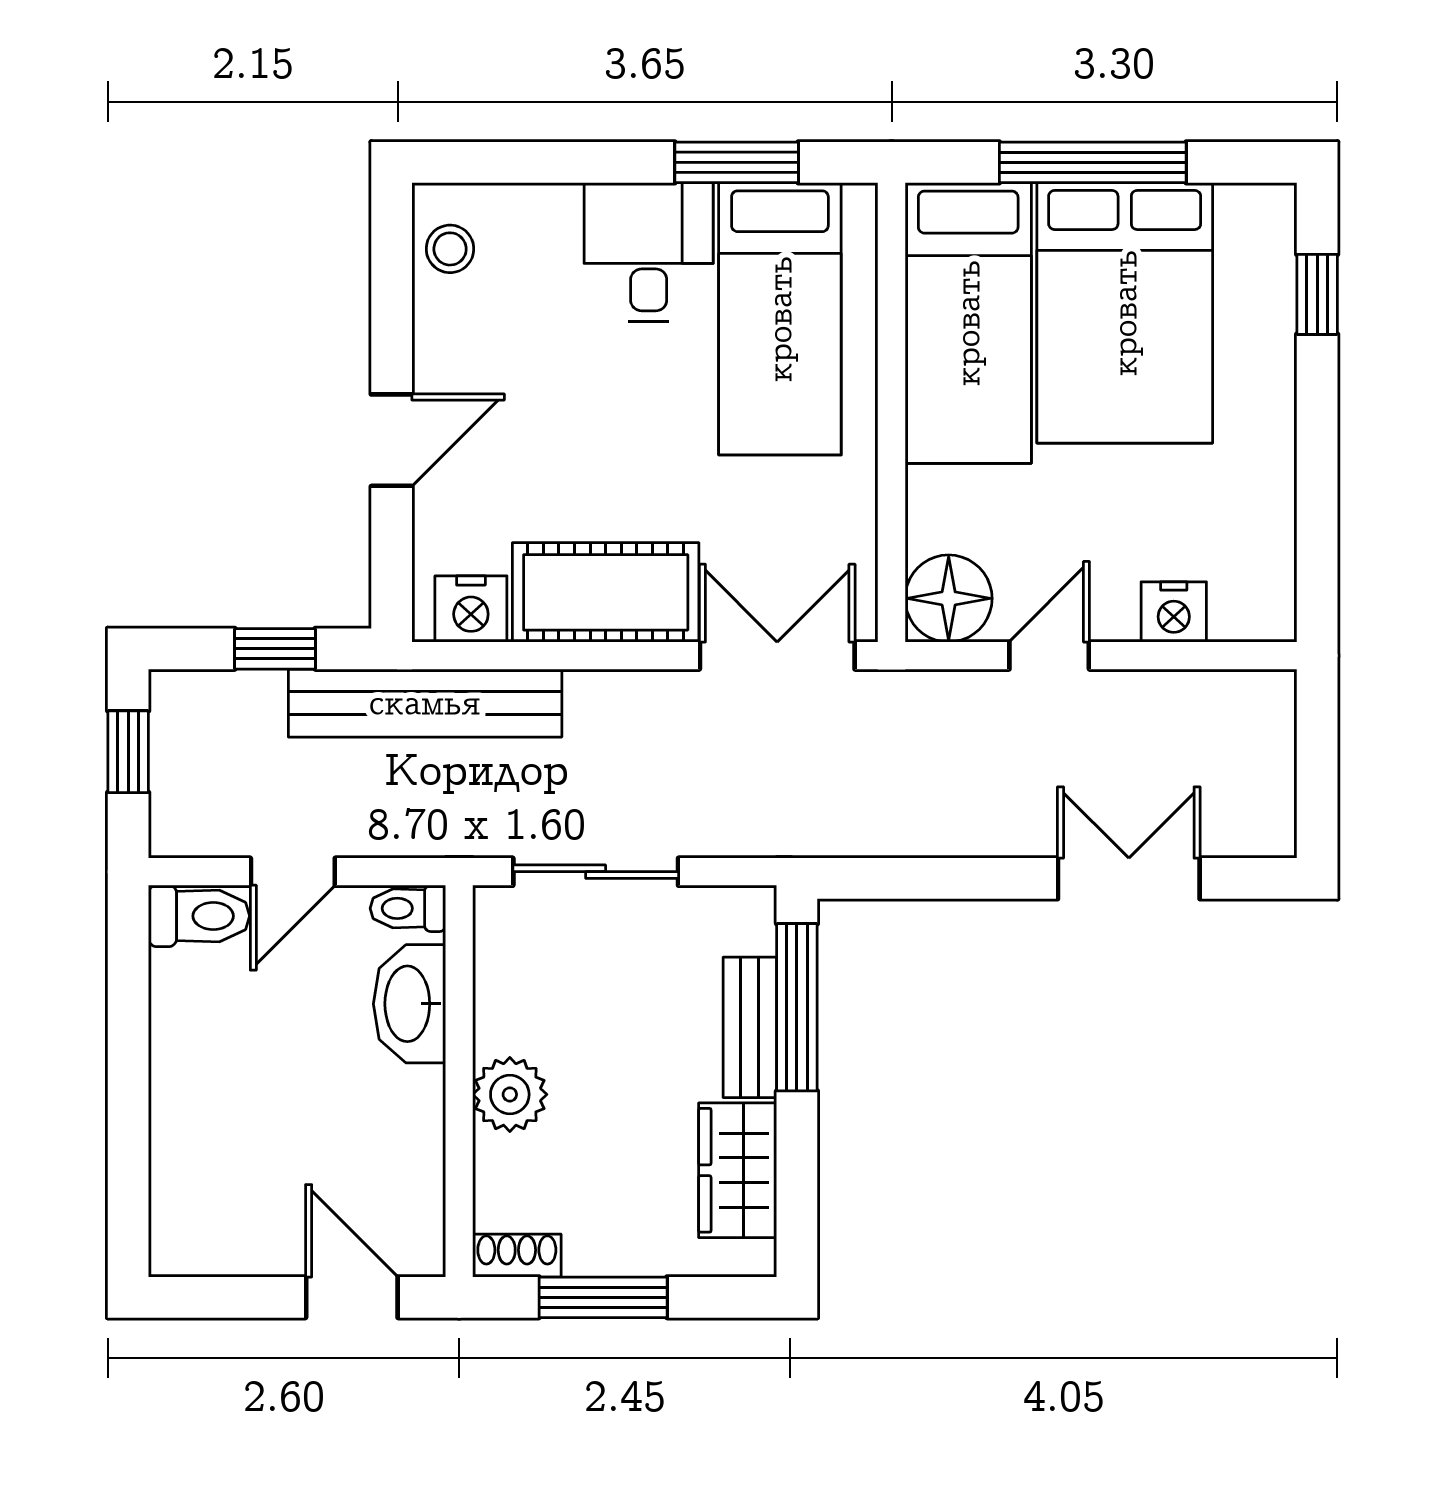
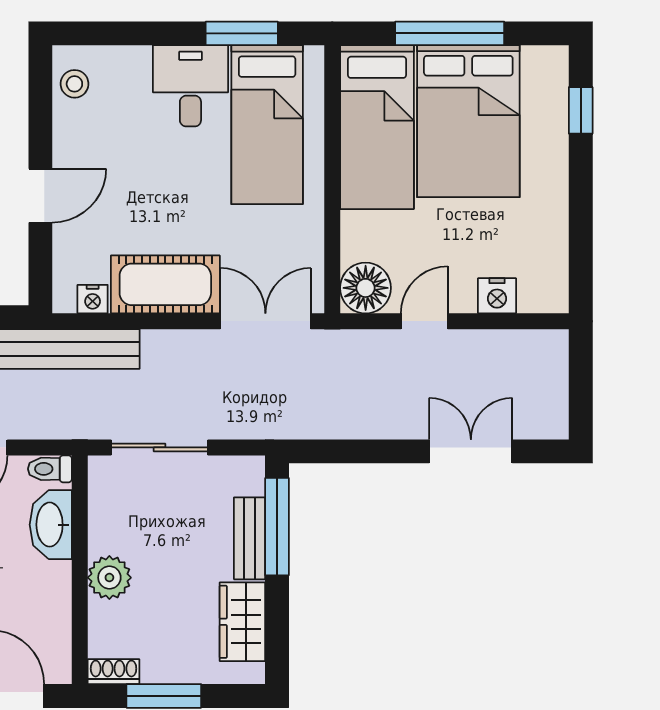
nightstand: (471, 609) -> (93, 299), width x0.72, depth x0.74

